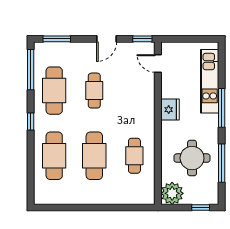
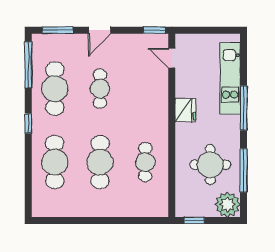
door: (107, 39) -> (99, 30), moved
plant: (172, 193) -> (228, 204), moved
window: (201, 208) -> (194, 220), moved

